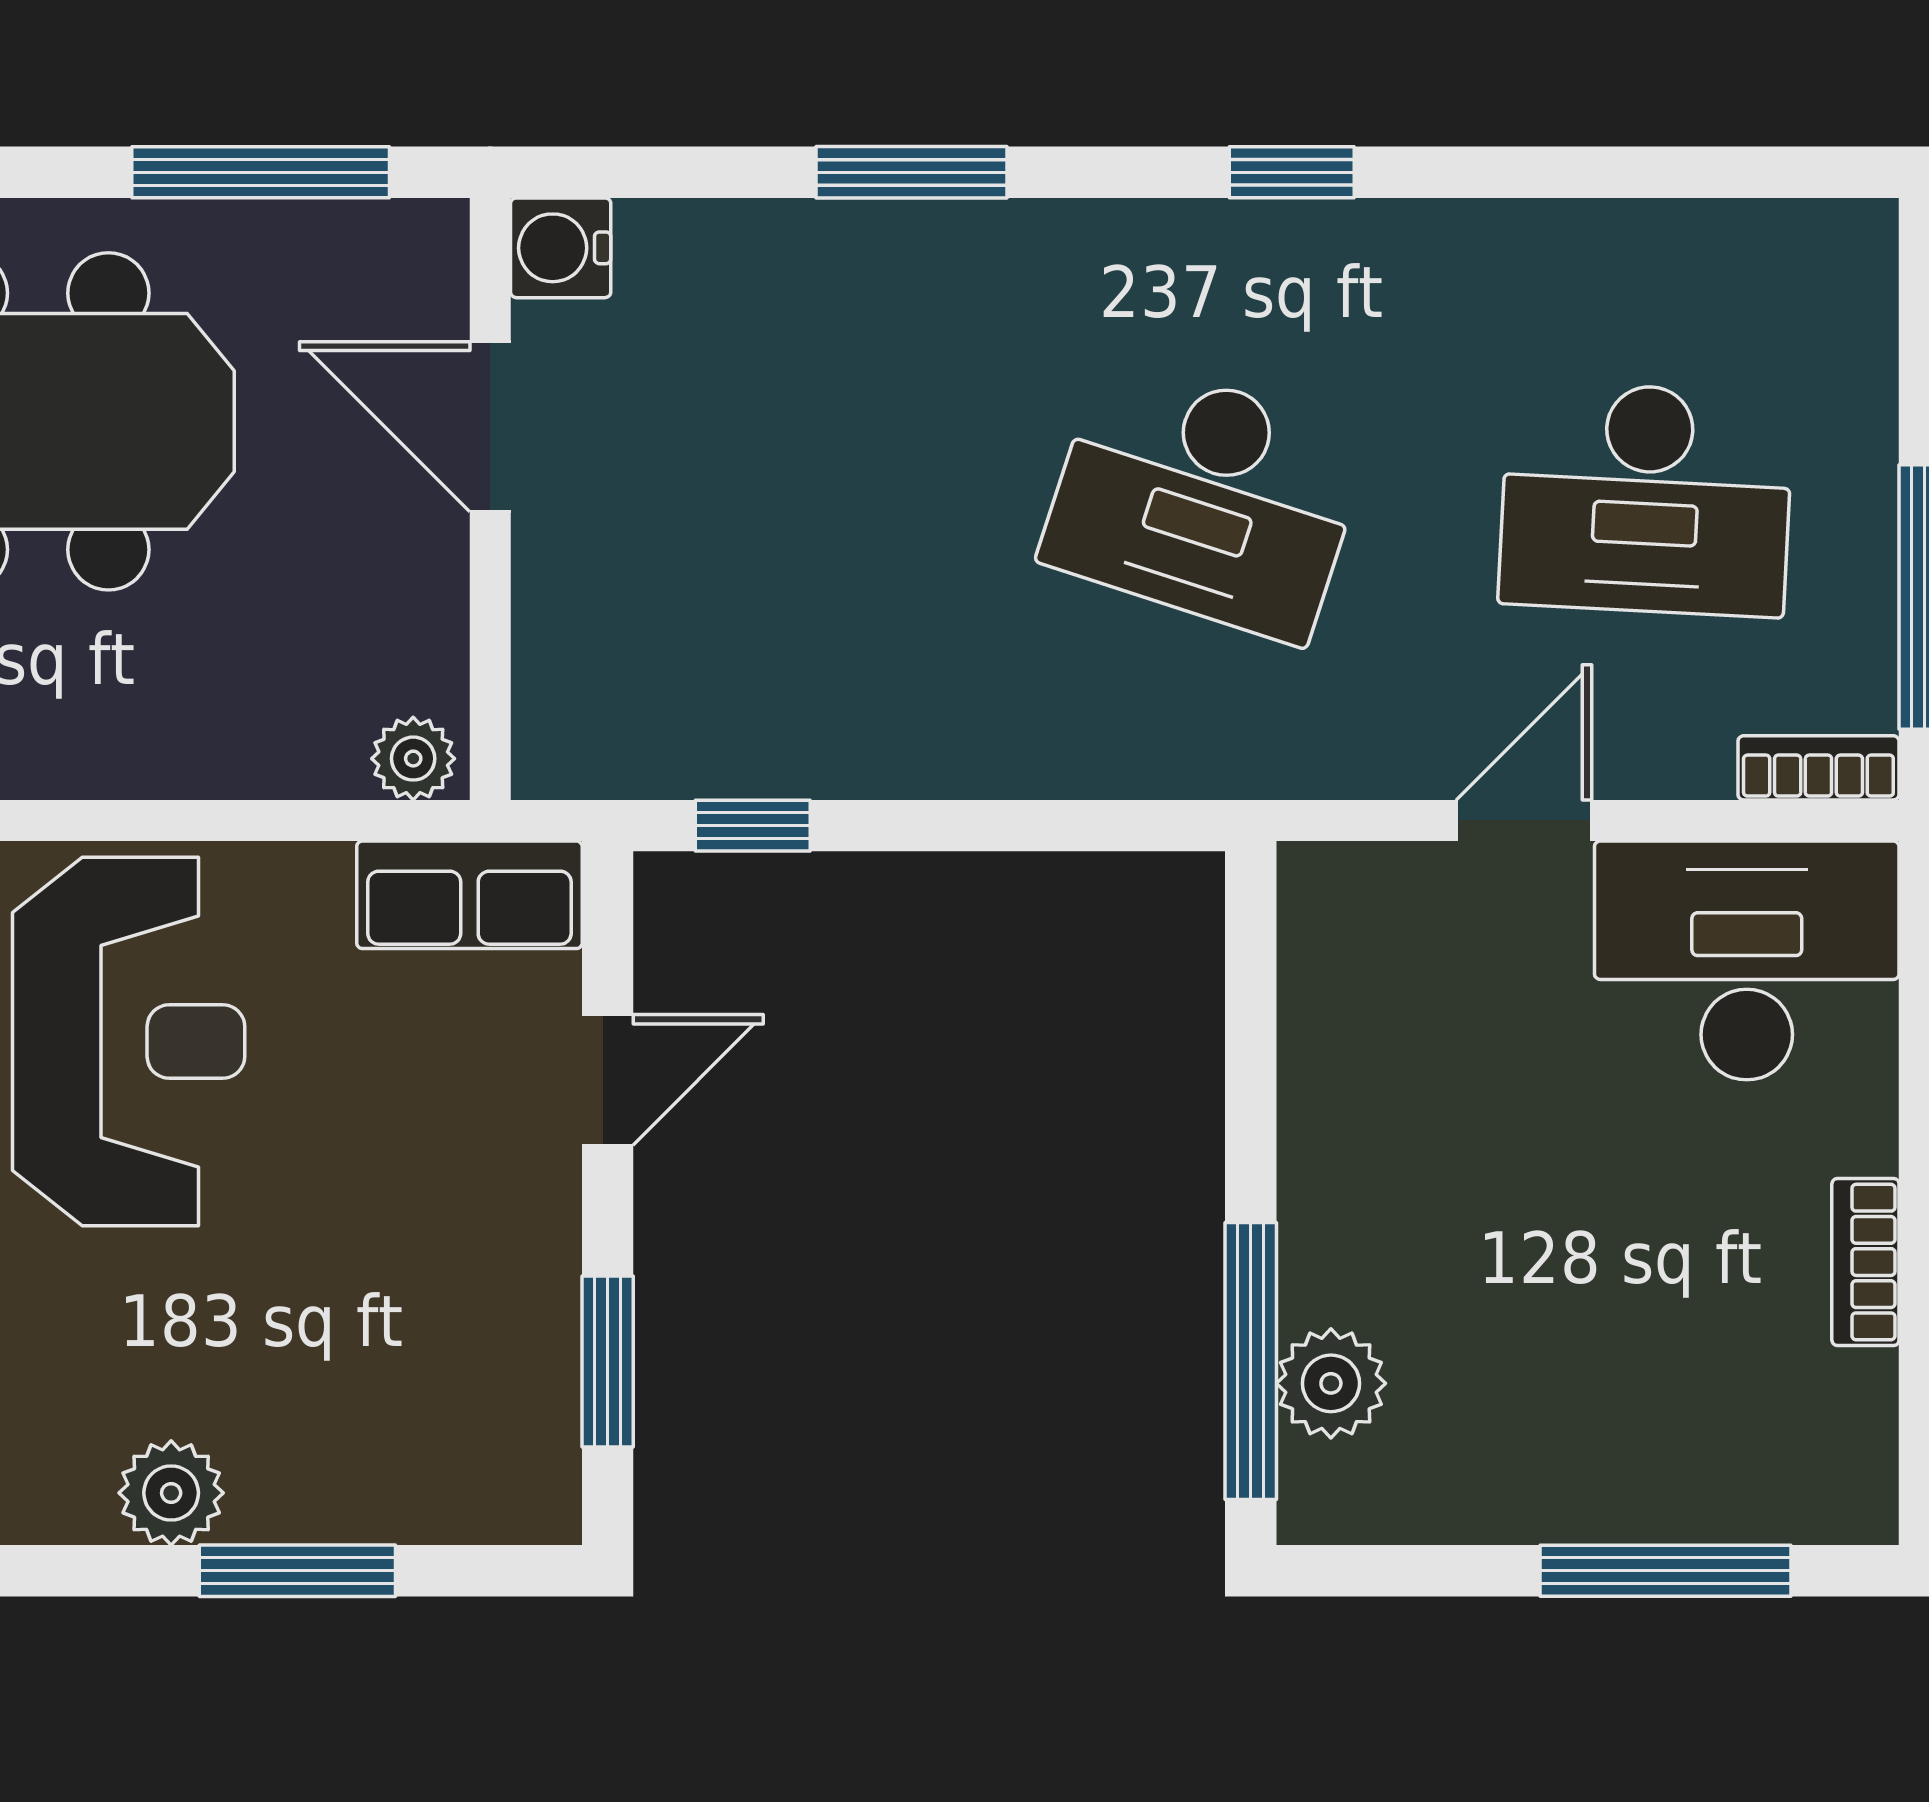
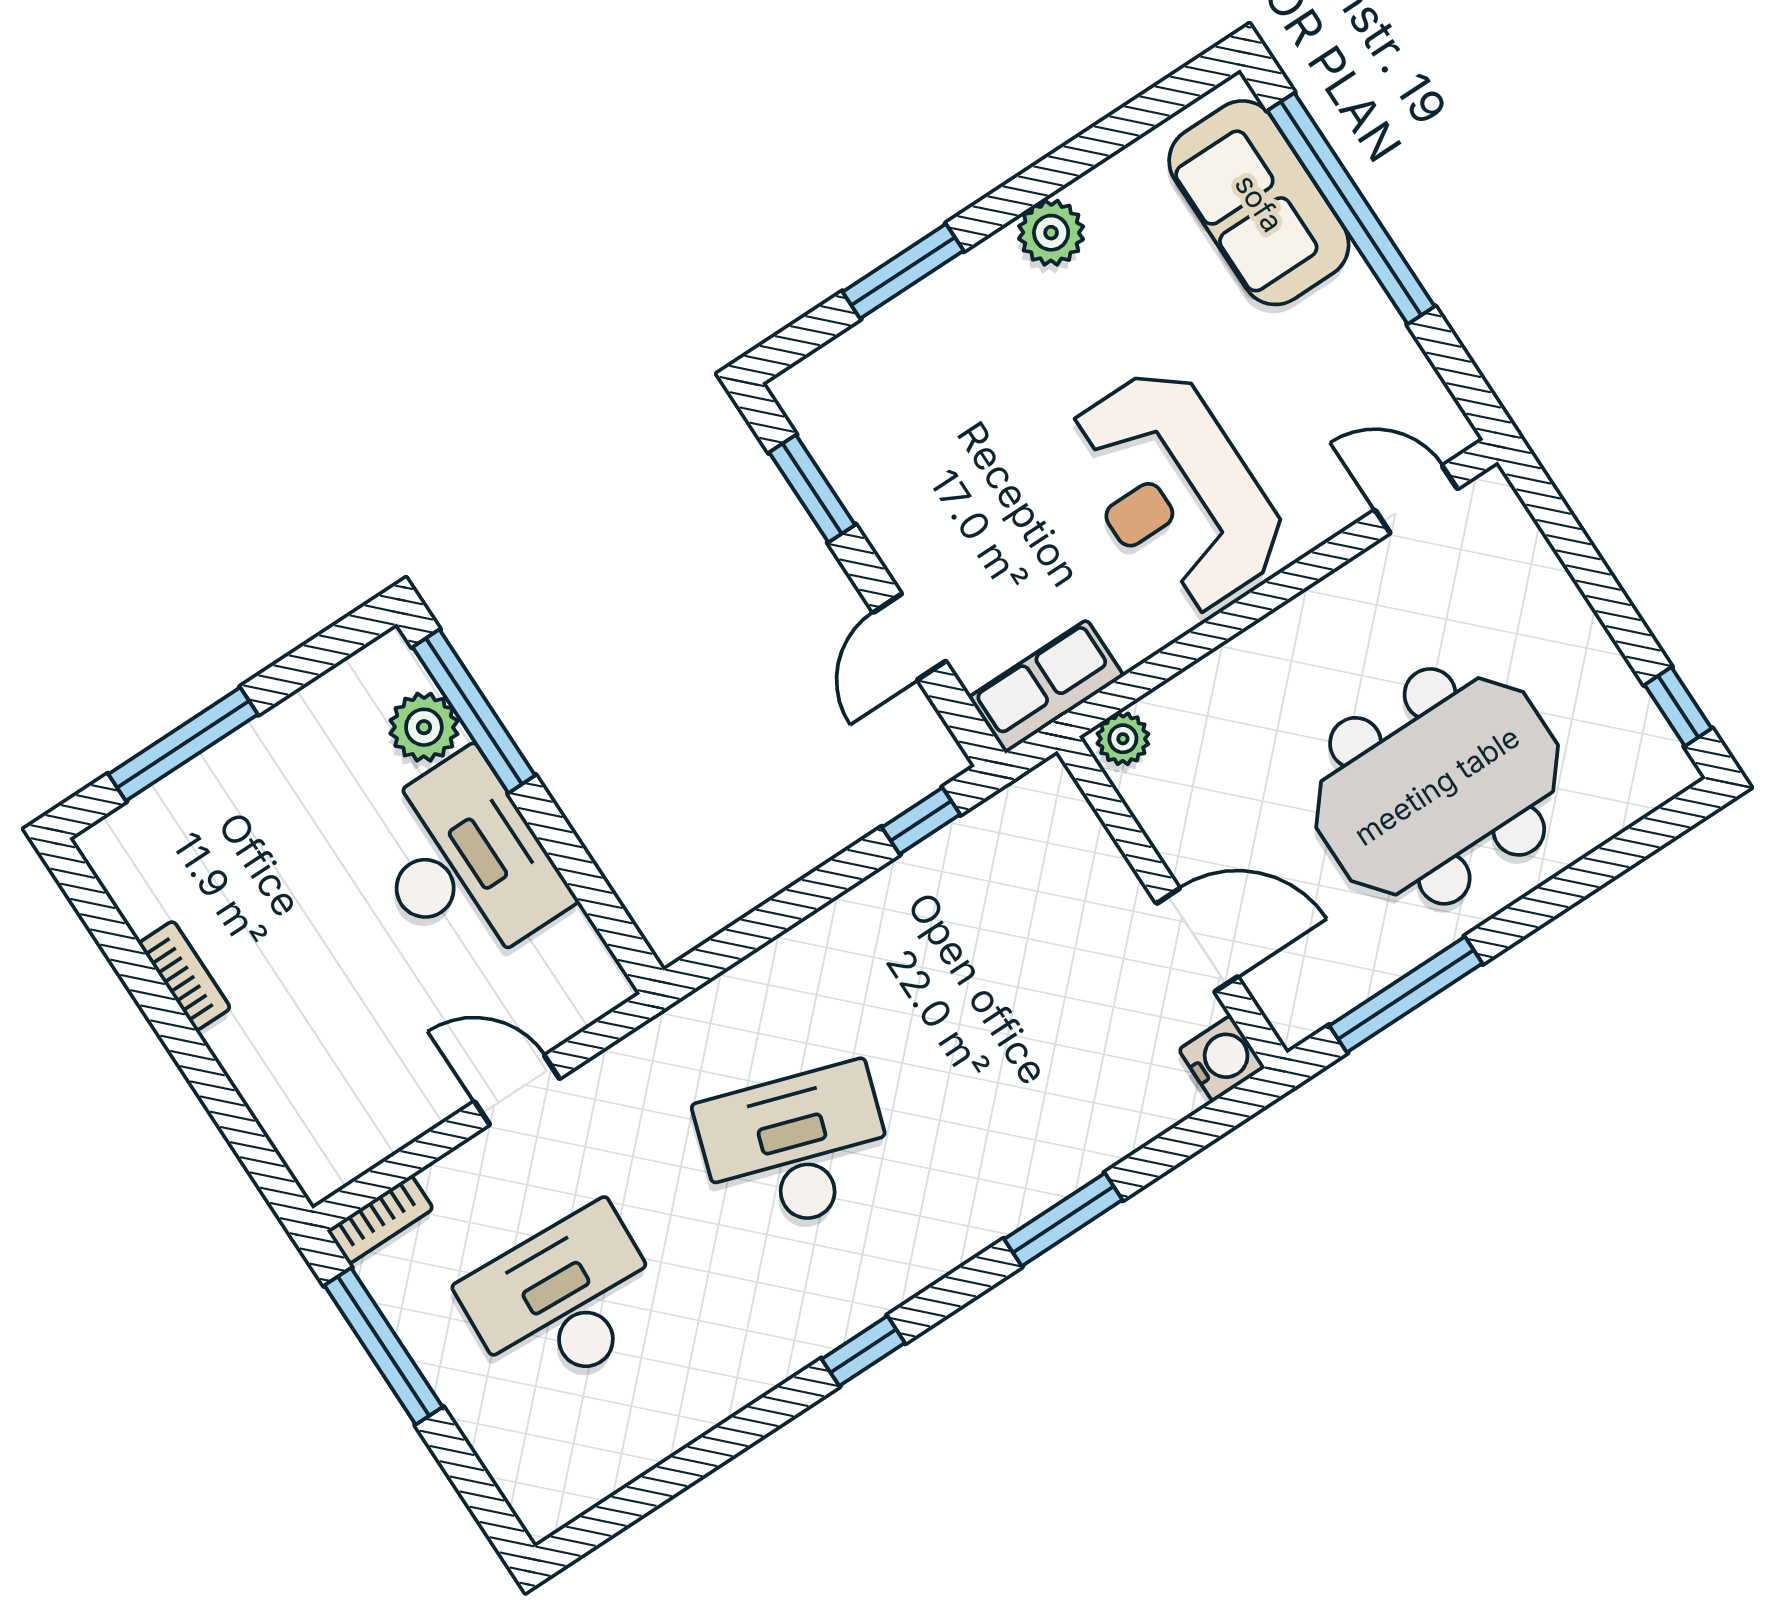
door: (1524, 820) -> (517, 1090), swing flipped
desk: (1747, 960) -> (464, 863), moved, turned -90
plant: (171, 1493) -> (1051, 233), moved

